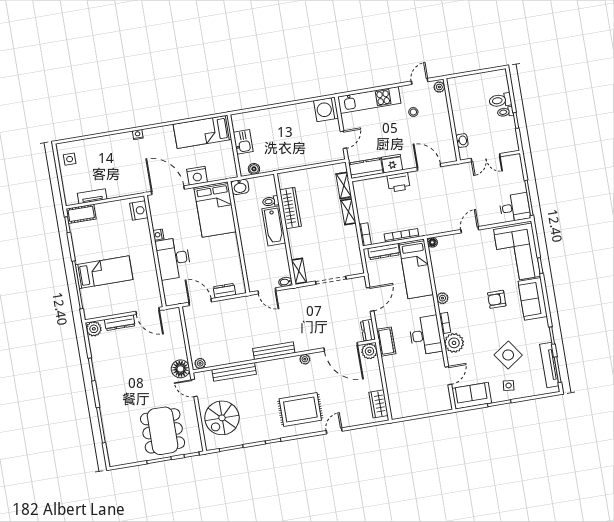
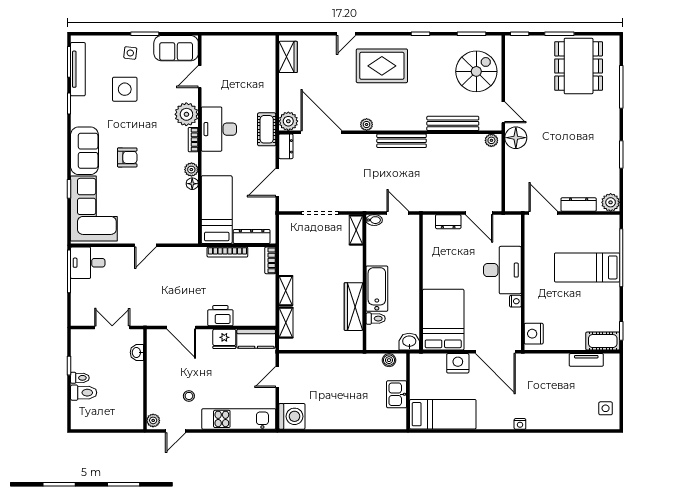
floor lamp: (432, 242) -> (192, 184), moved
side table: (508, 355) -> (125, 89), turned 35
dining table: (163, 431) -> (579, 66), moved

